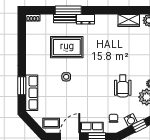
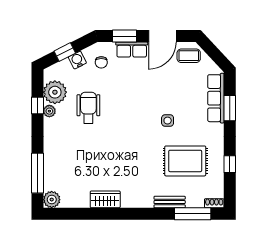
window: (68, 10) -> (193, 214), moved
dresser: (85, 19) -> (141, 201), removed
wardrobe: (129, 20) -> (105, 199), moved
window: (22, 46) -> (230, 164), added
rug: (67, 47) -> (185, 161), moved

